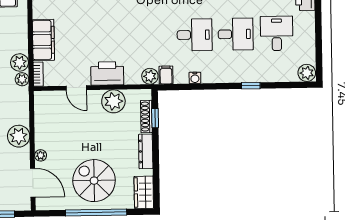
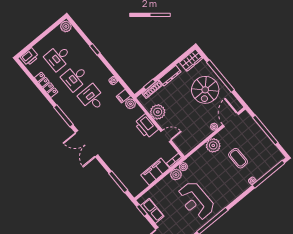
desk: (236, 34) -> (75, 78), turned -90
door: (76, 88) -> (166, 136), hinge flipped

